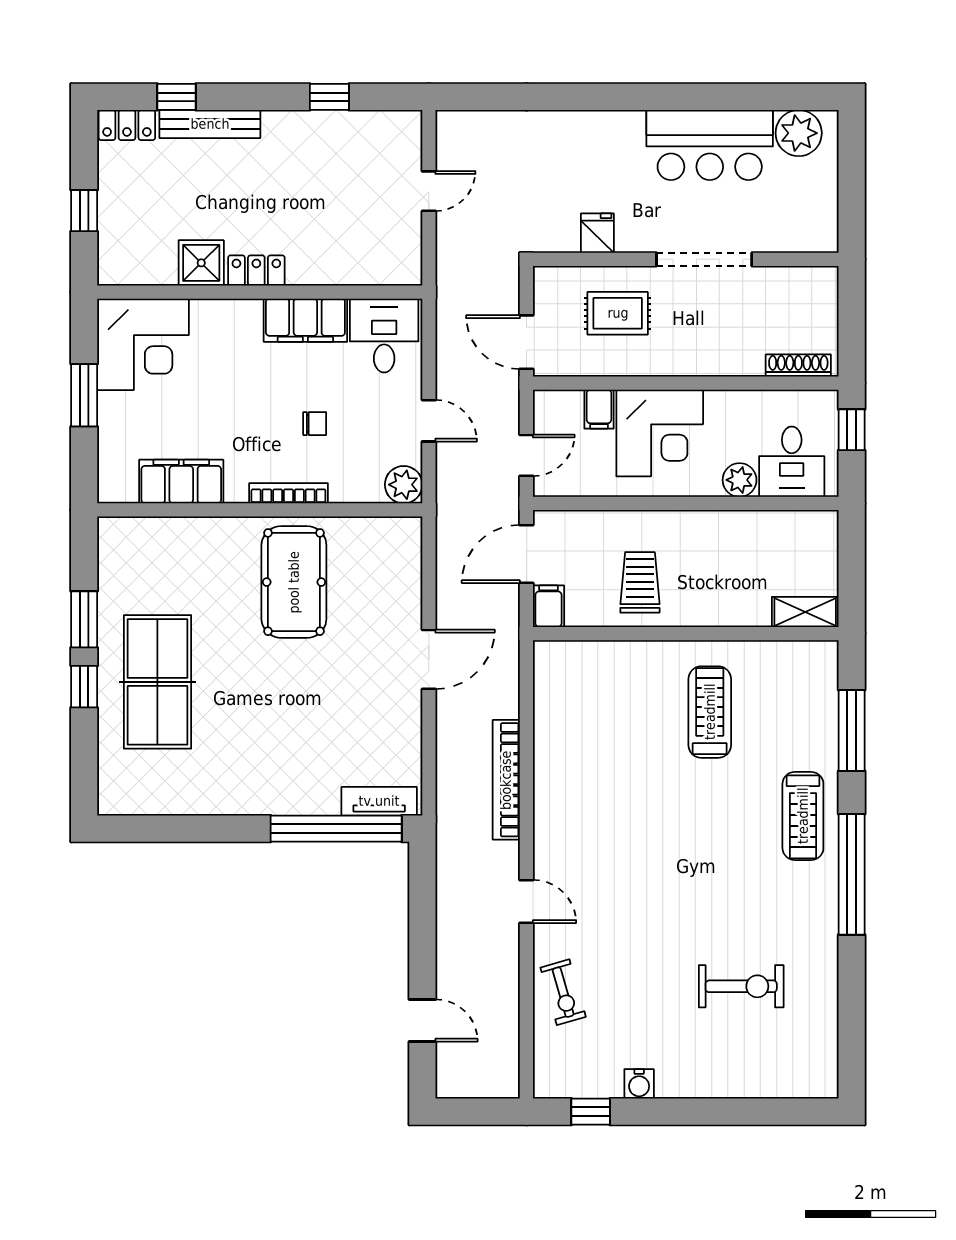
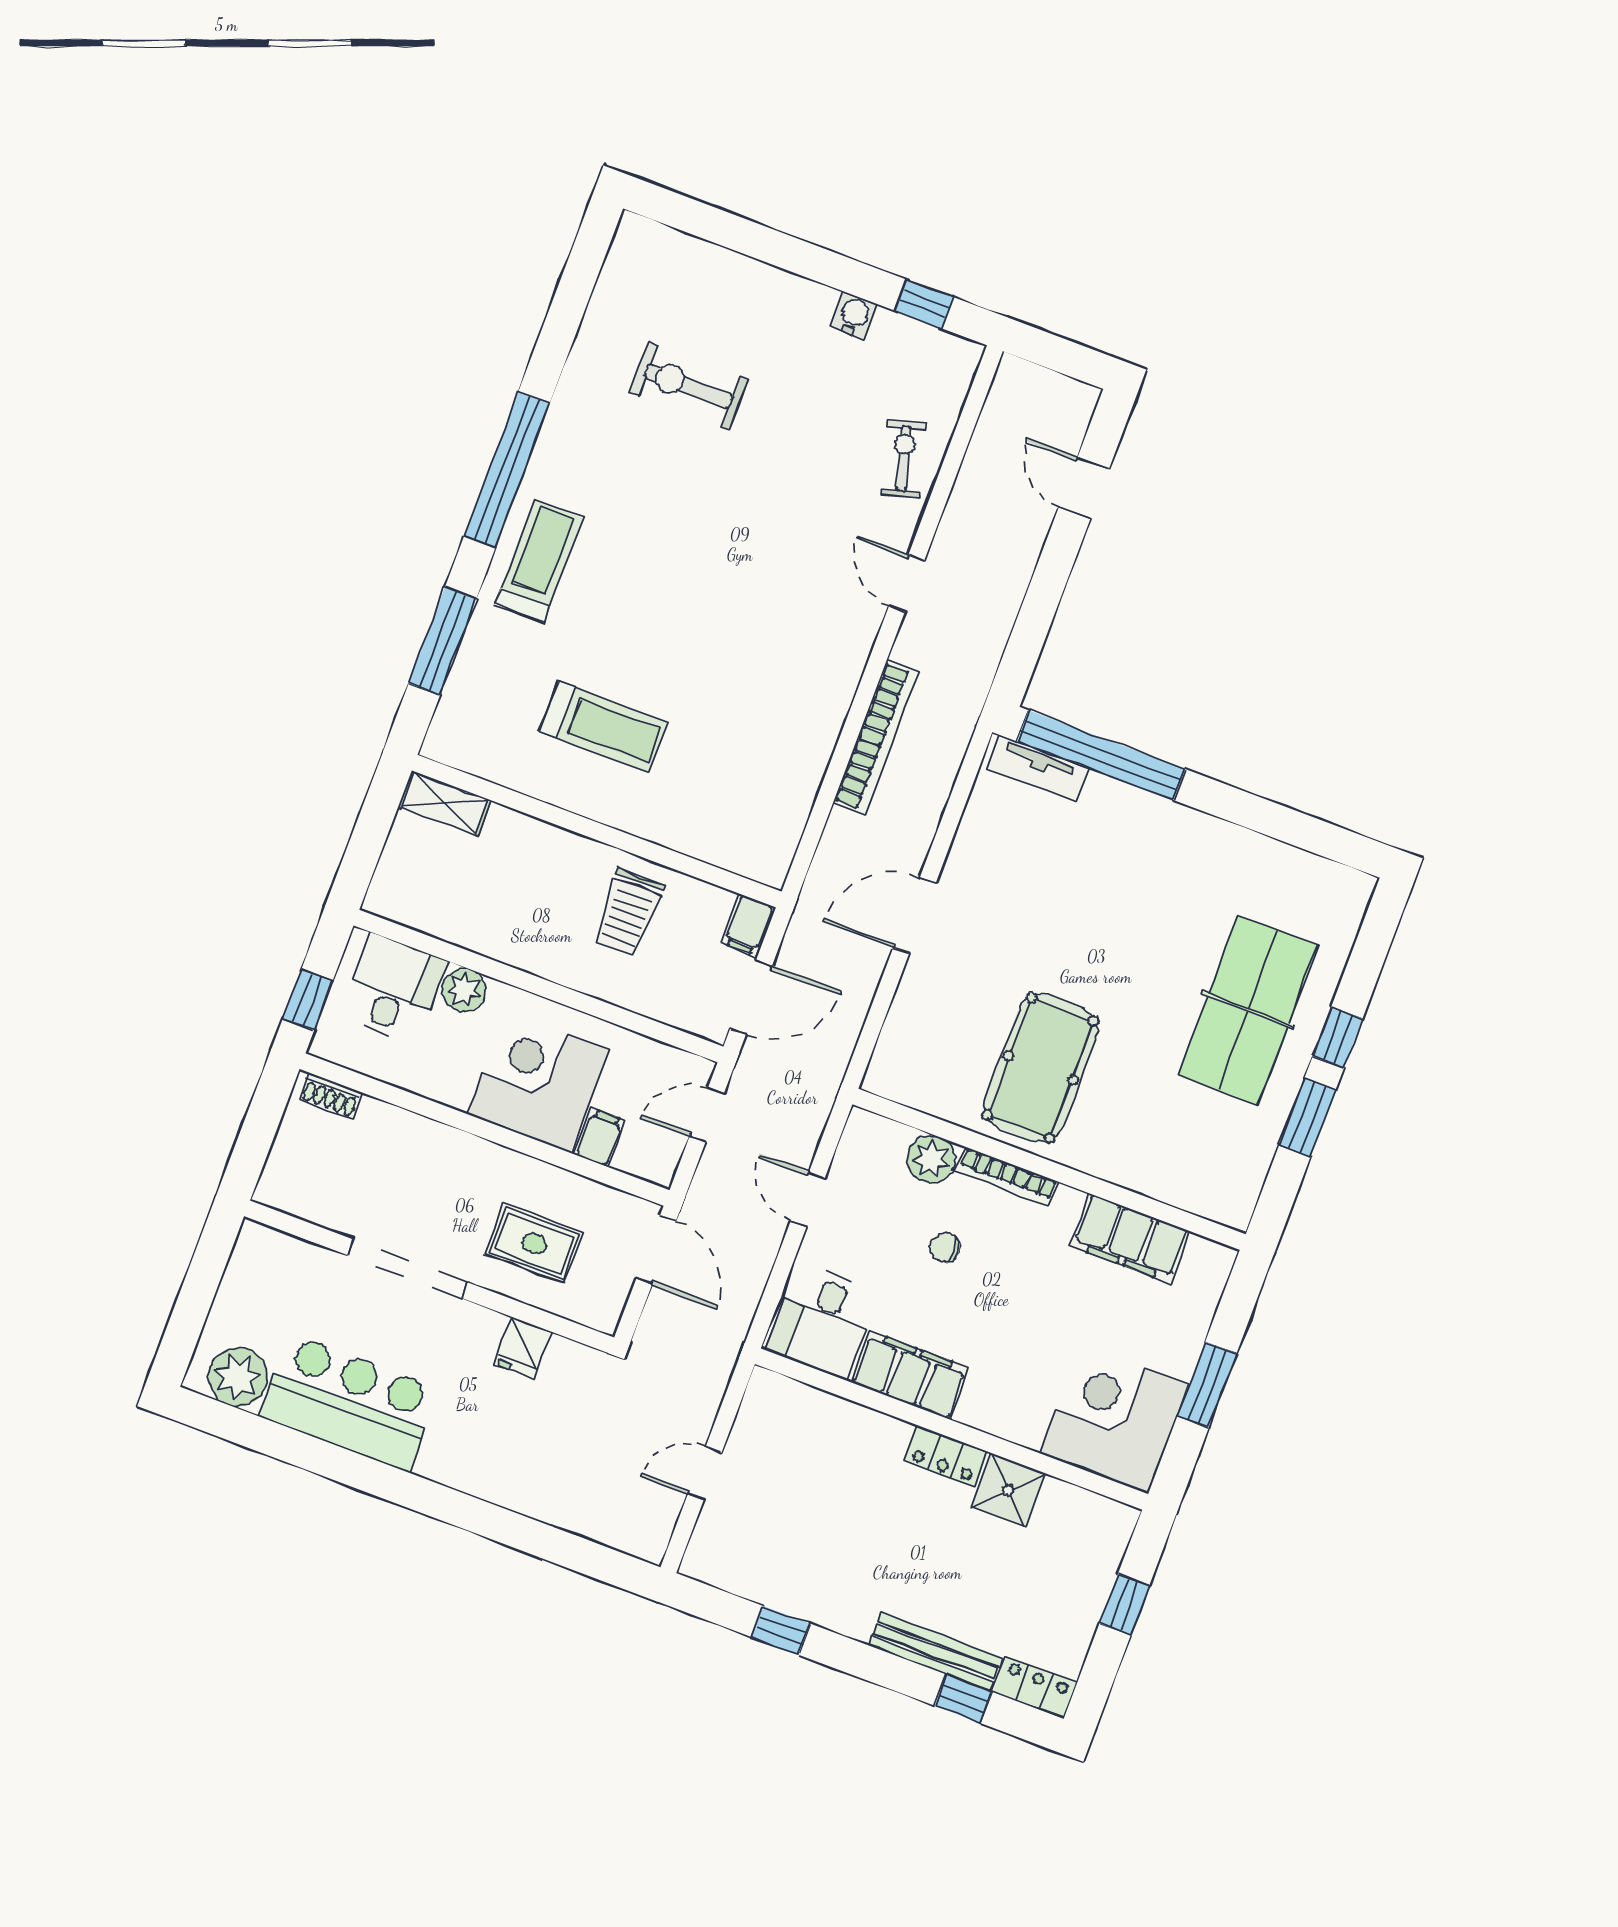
shoe rack: (798, 365) -> (331, 1096), width x0.70
plant: (404, 485) -> (931, 1159), moved
treadmill: (710, 712) -> (603, 727), turned -90

